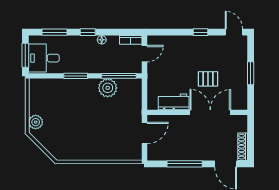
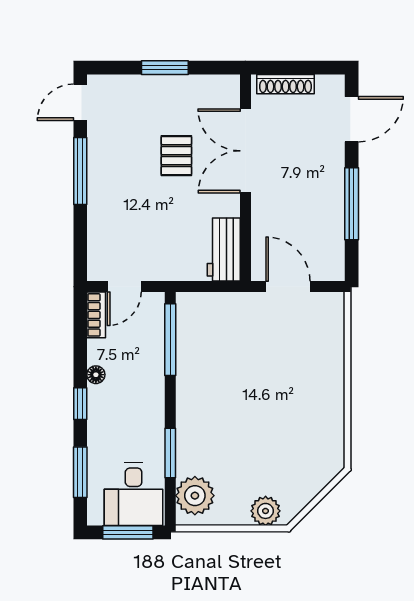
window: (201, 32) -> (80, 171), width x2.17
door: (144, 54) -> (124, 287), swing flipped
window: (76, 76) -> (170, 453), moved
plant: (108, 88) -> (195, 496), moved
workbench: (174, 102) -> (224, 250), moved
shoe rack: (243, 147) -> (286, 84), moved

